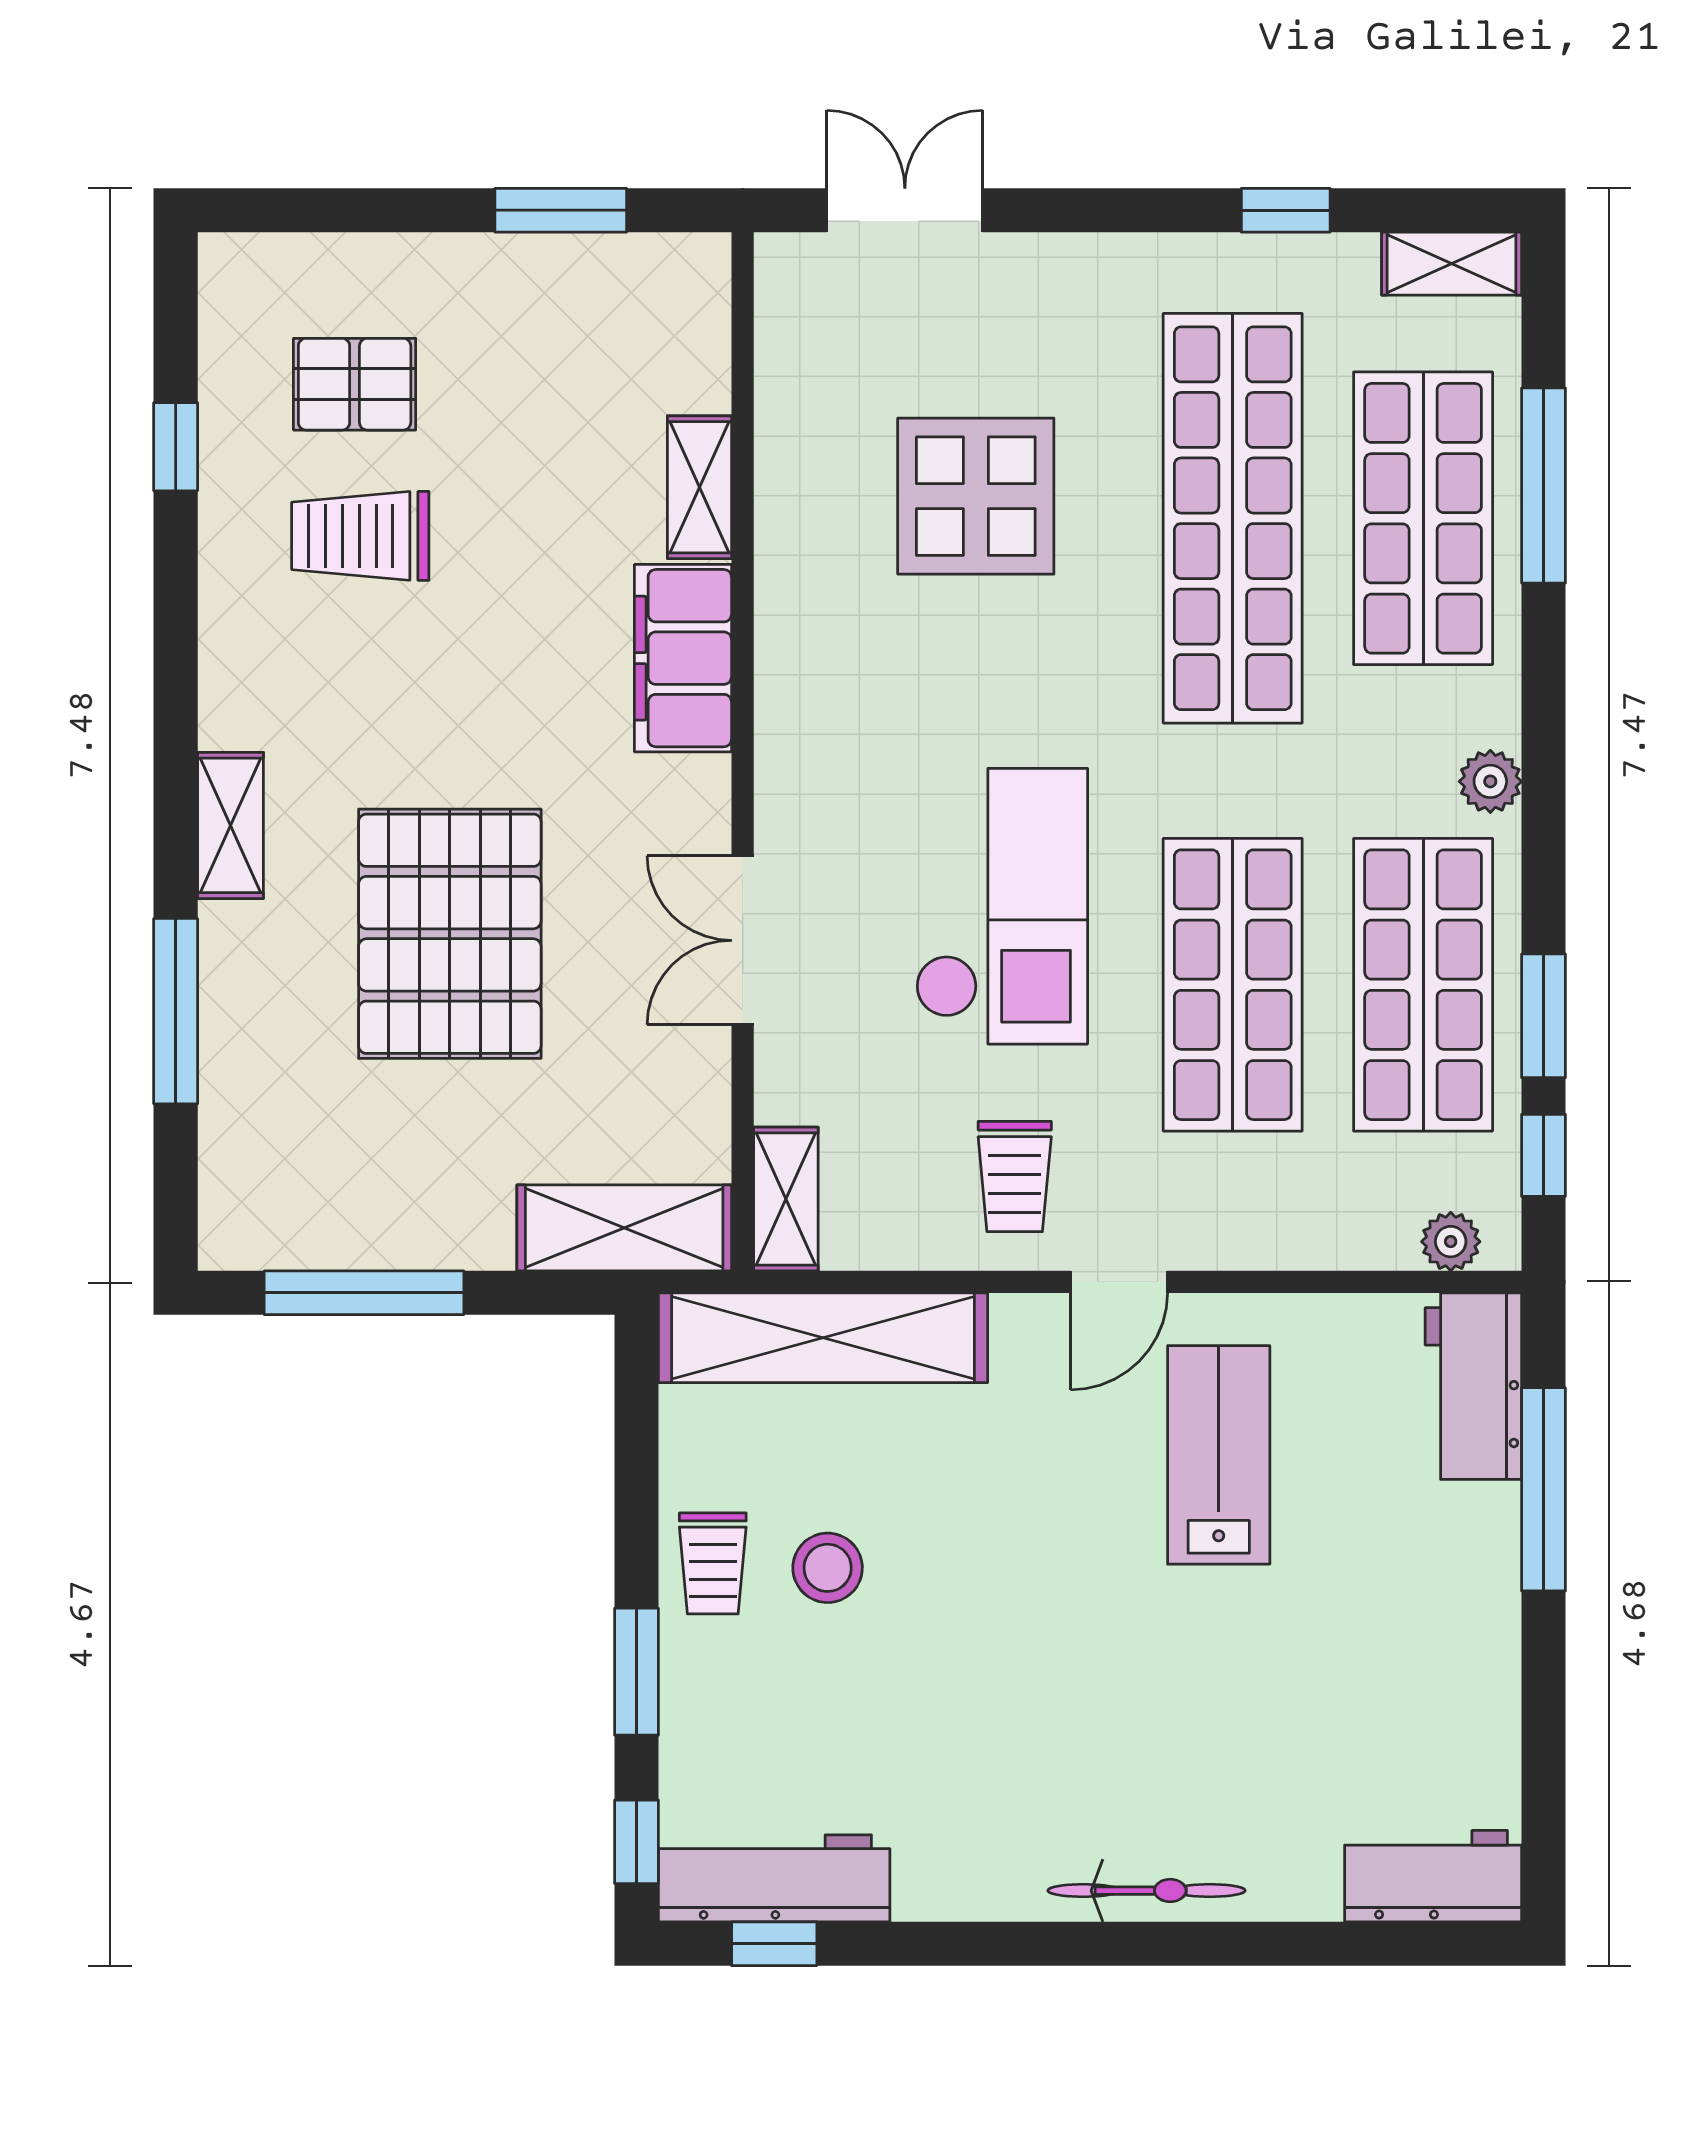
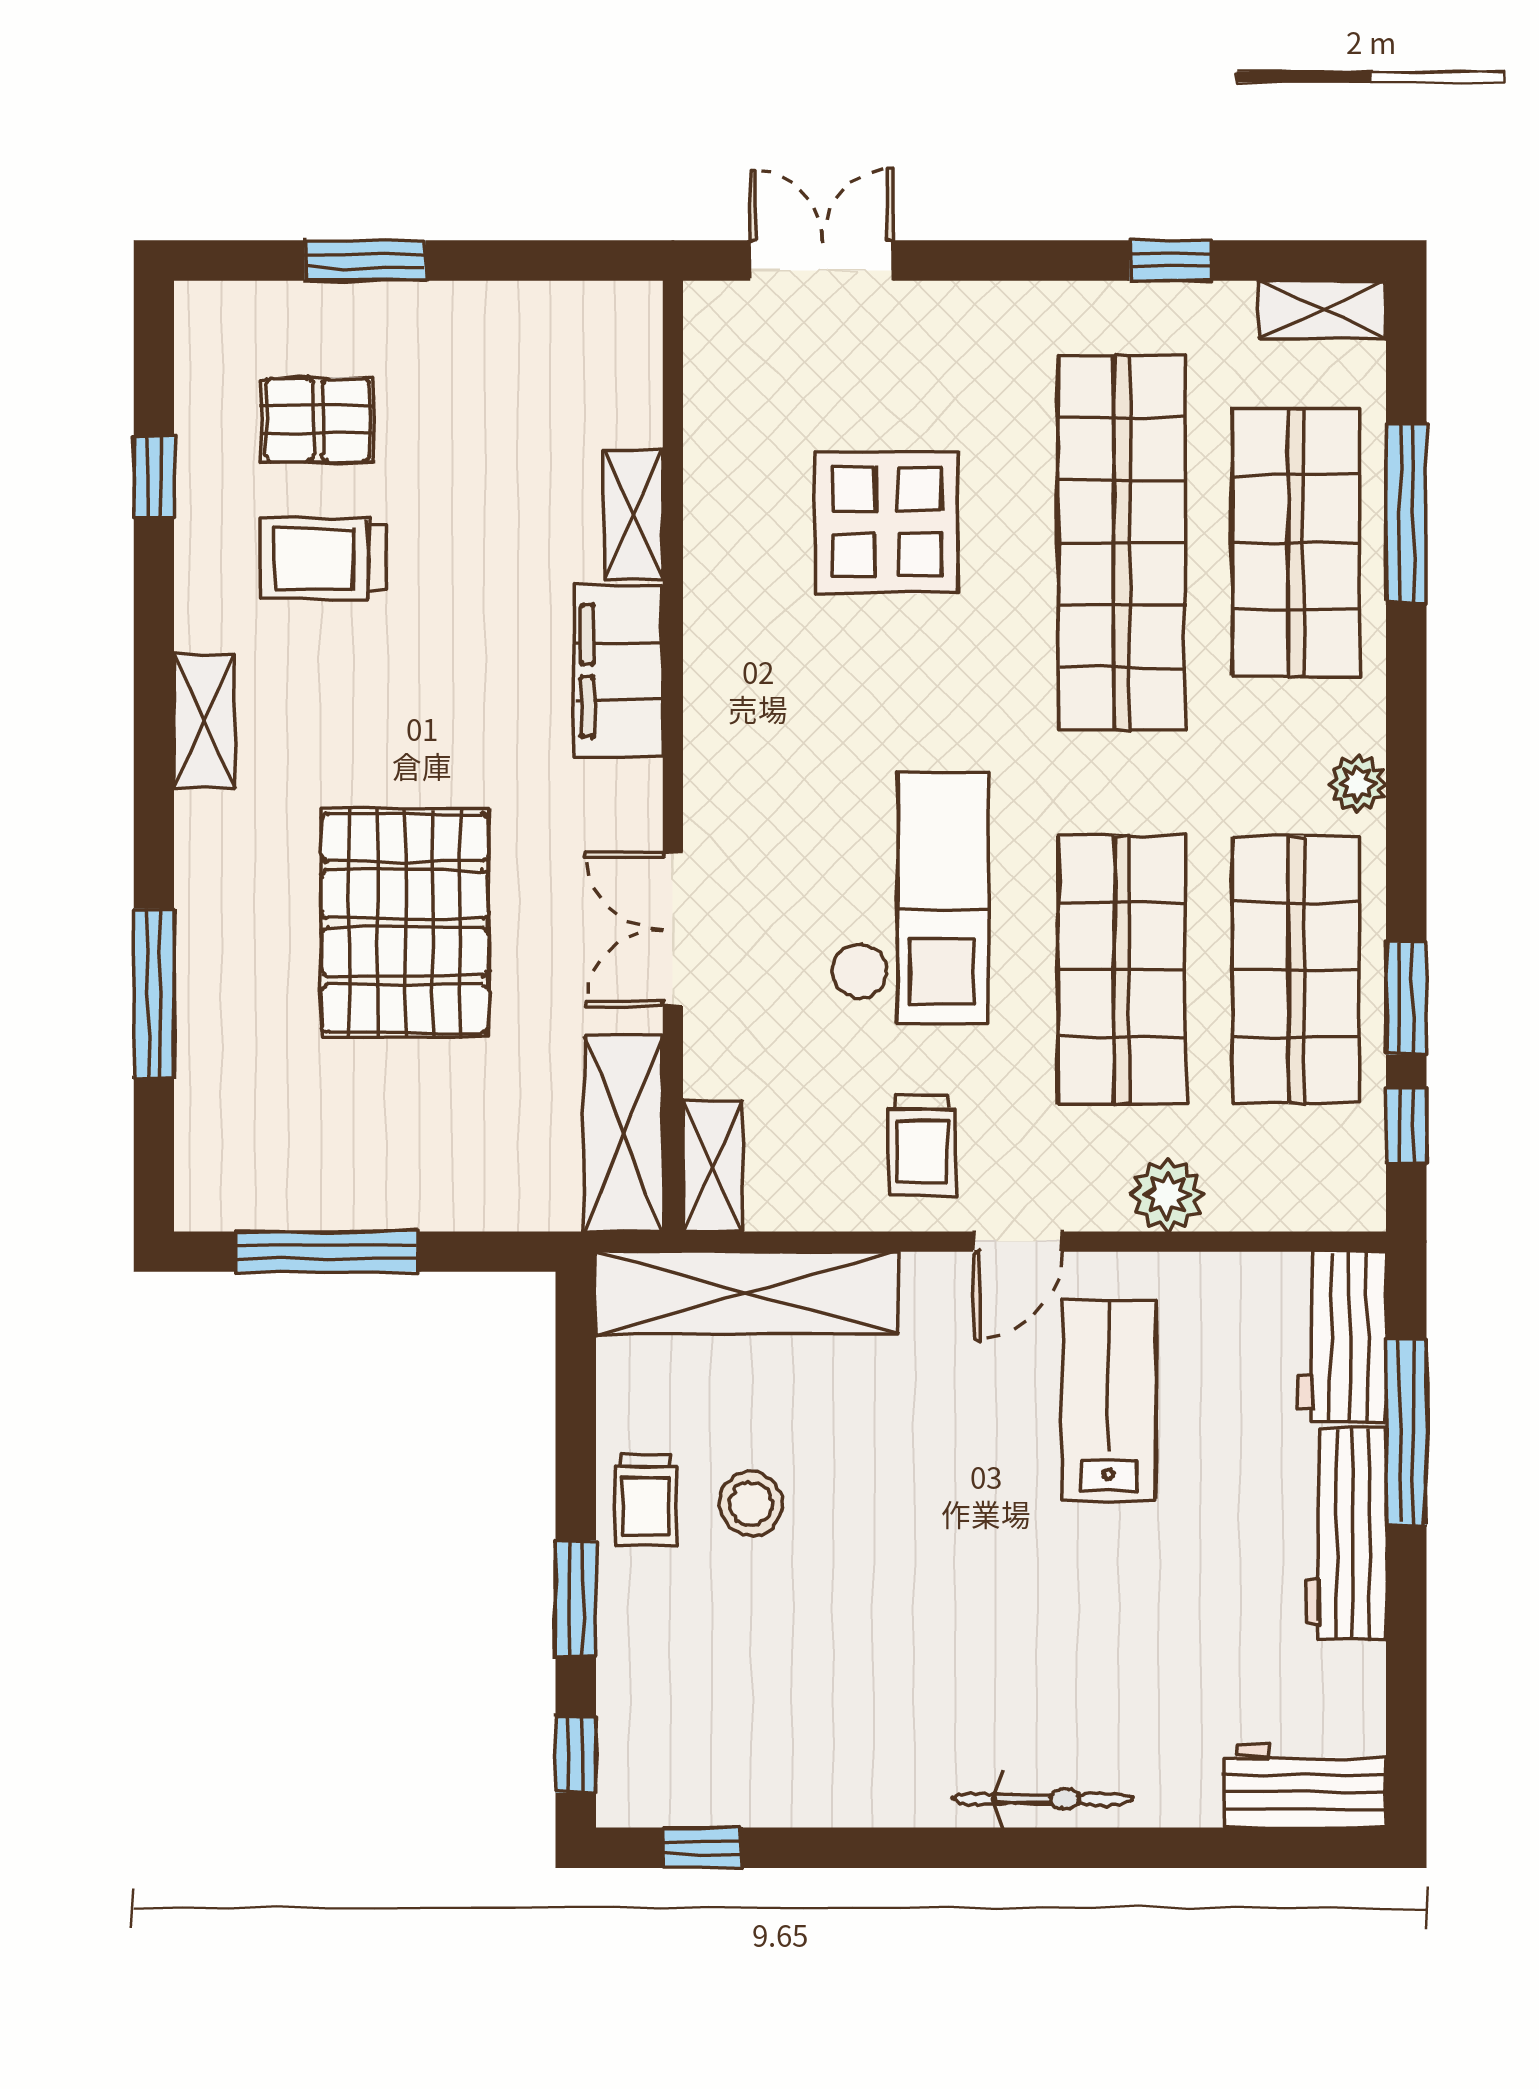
window: (561, 210) -> (365, 260), moved
shelving: (230, 825) -> (204, 721), moved
shelving: (624, 1228) -> (624, 1133), moved, turned 90
plant: (1451, 1242) -> (1167, 1195), moved, width x1.38, depth x1.38
workbench: (774, 1878) -> (1346, 1534), moved, turned -90

